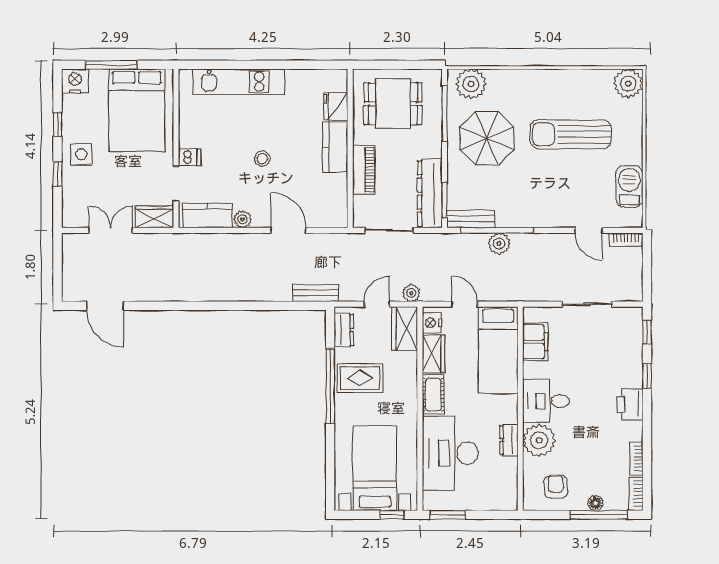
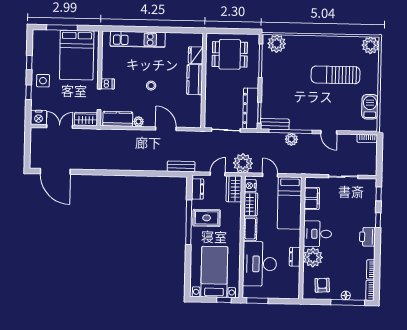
nightstand: (75, 81) -> (39, 117), moved, turned 180
parasol: (487, 138) -> (285, 76), removed
piano: (364, 170) -> (211, 93), removed
door: (589, 230) -> (329, 132), moved
plant: (411, 293) -> (243, 163), width x1.87, depth x1.87
door: (105, 306) -> (55, 171), width x1.36

